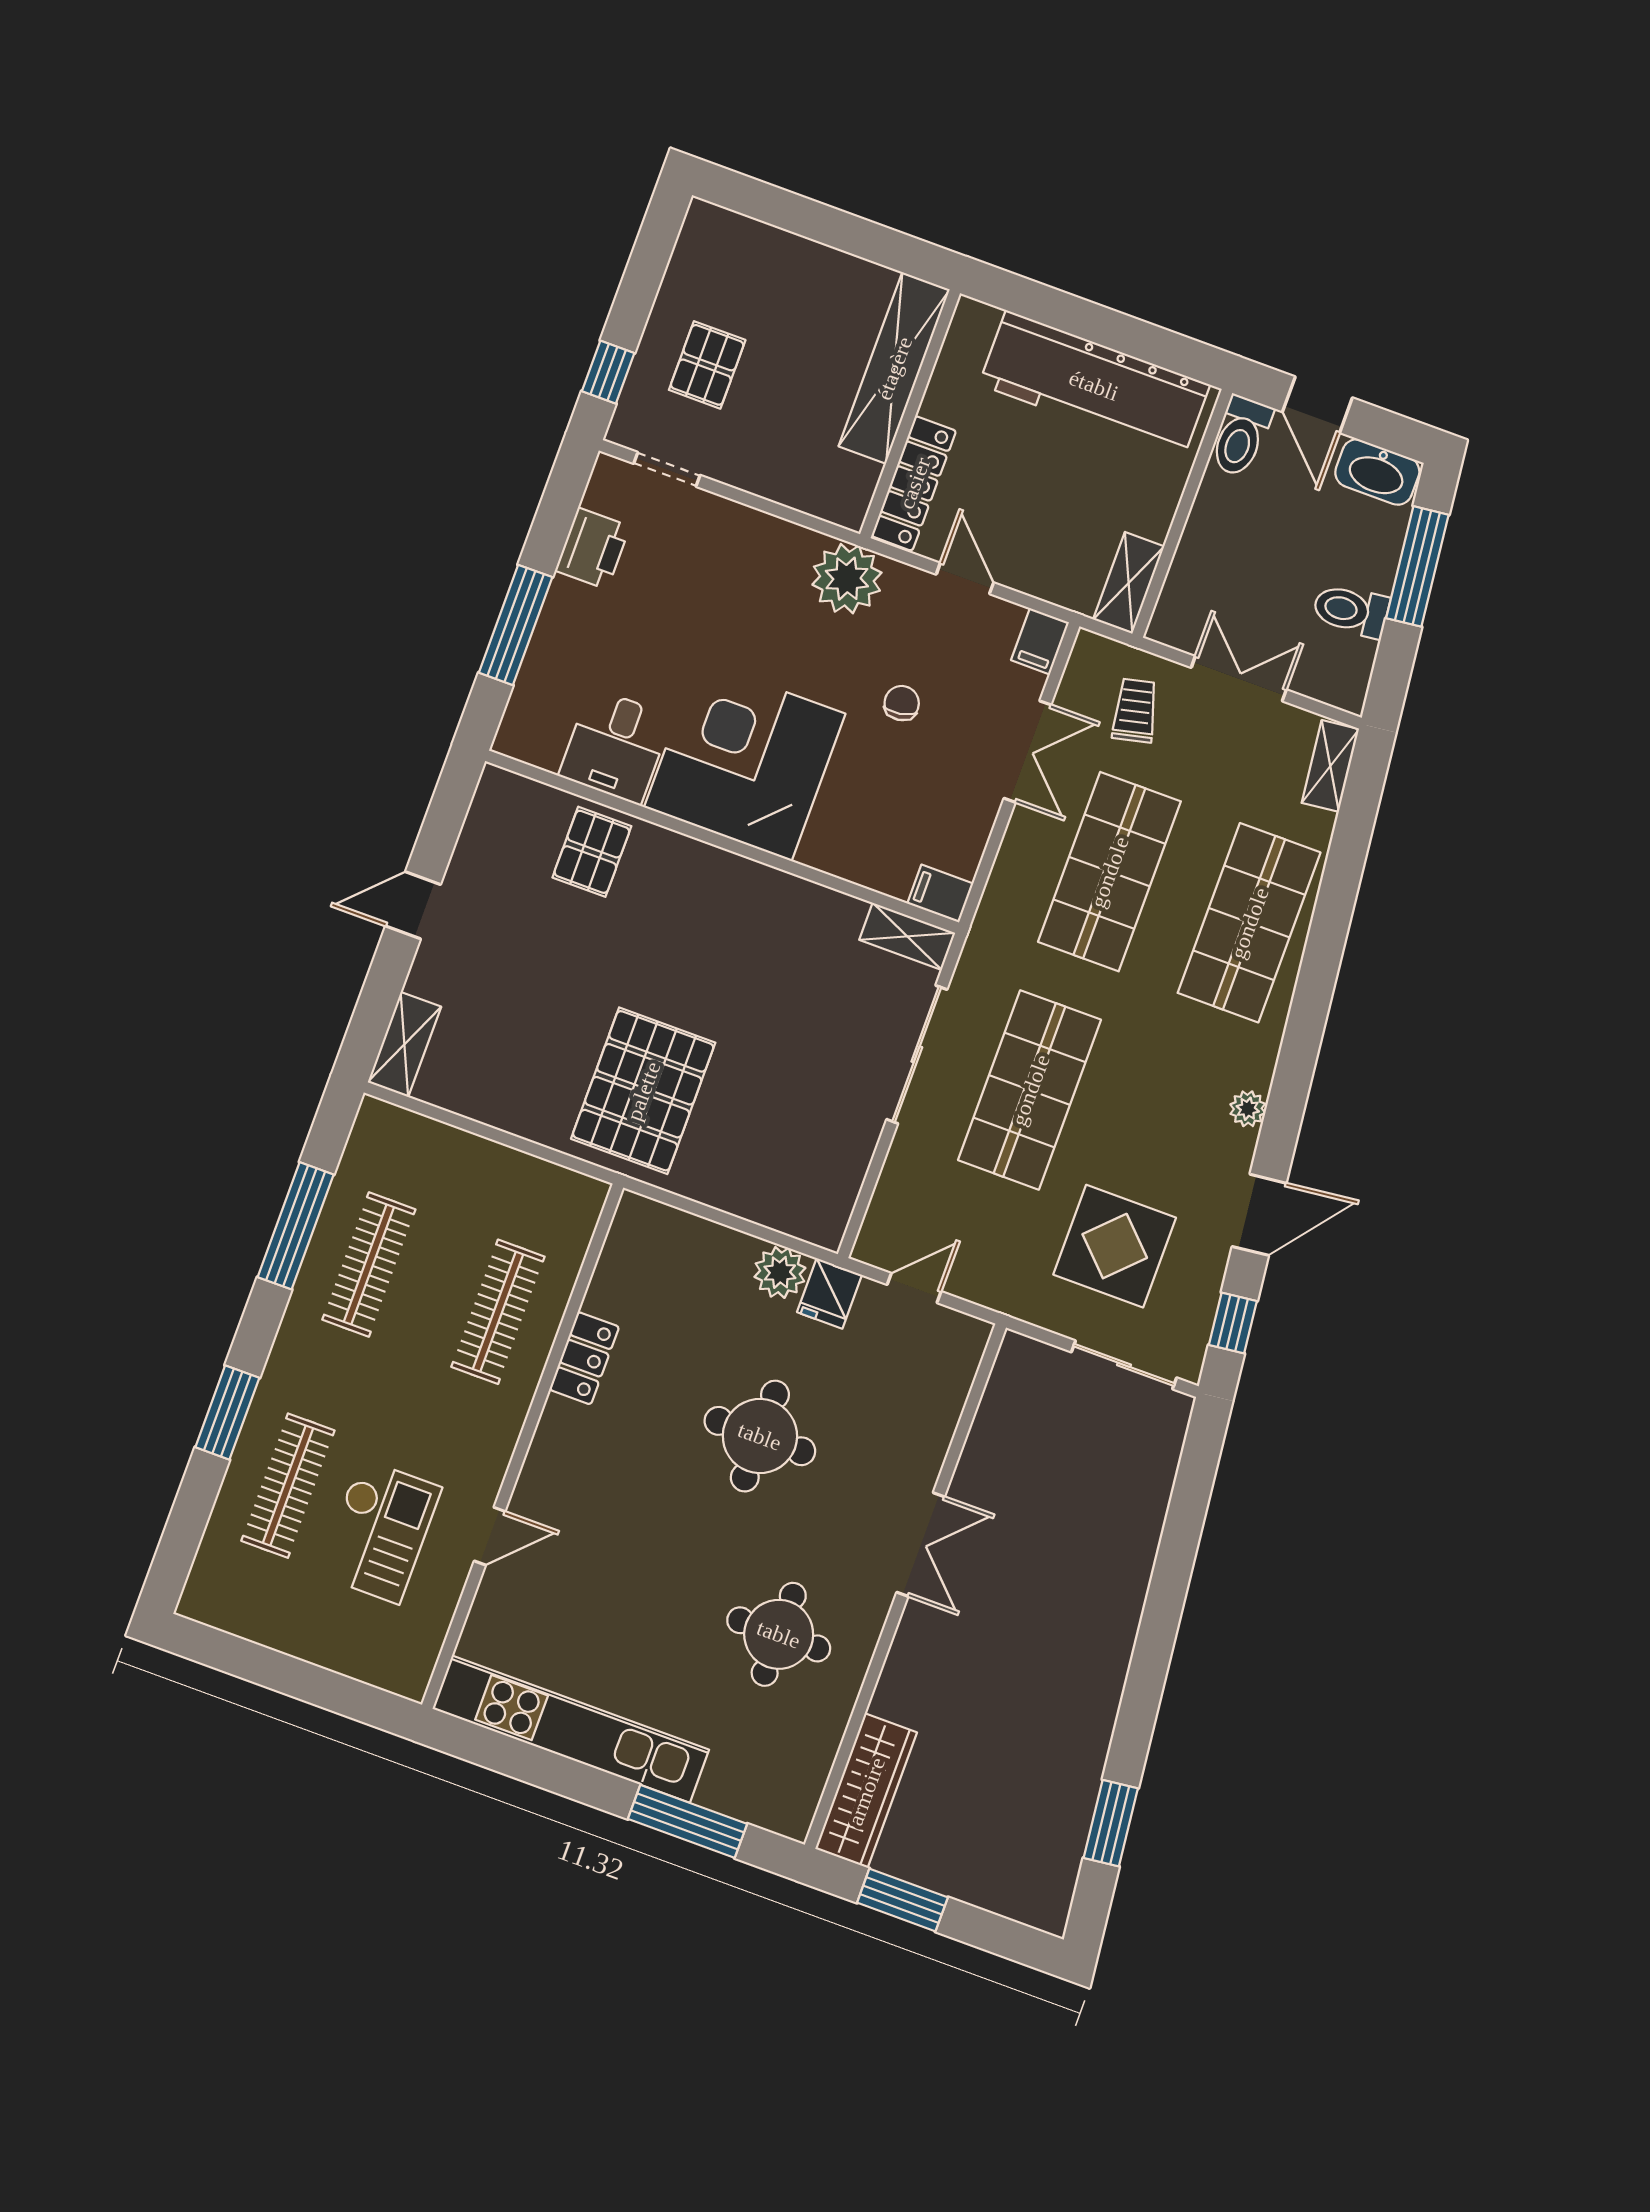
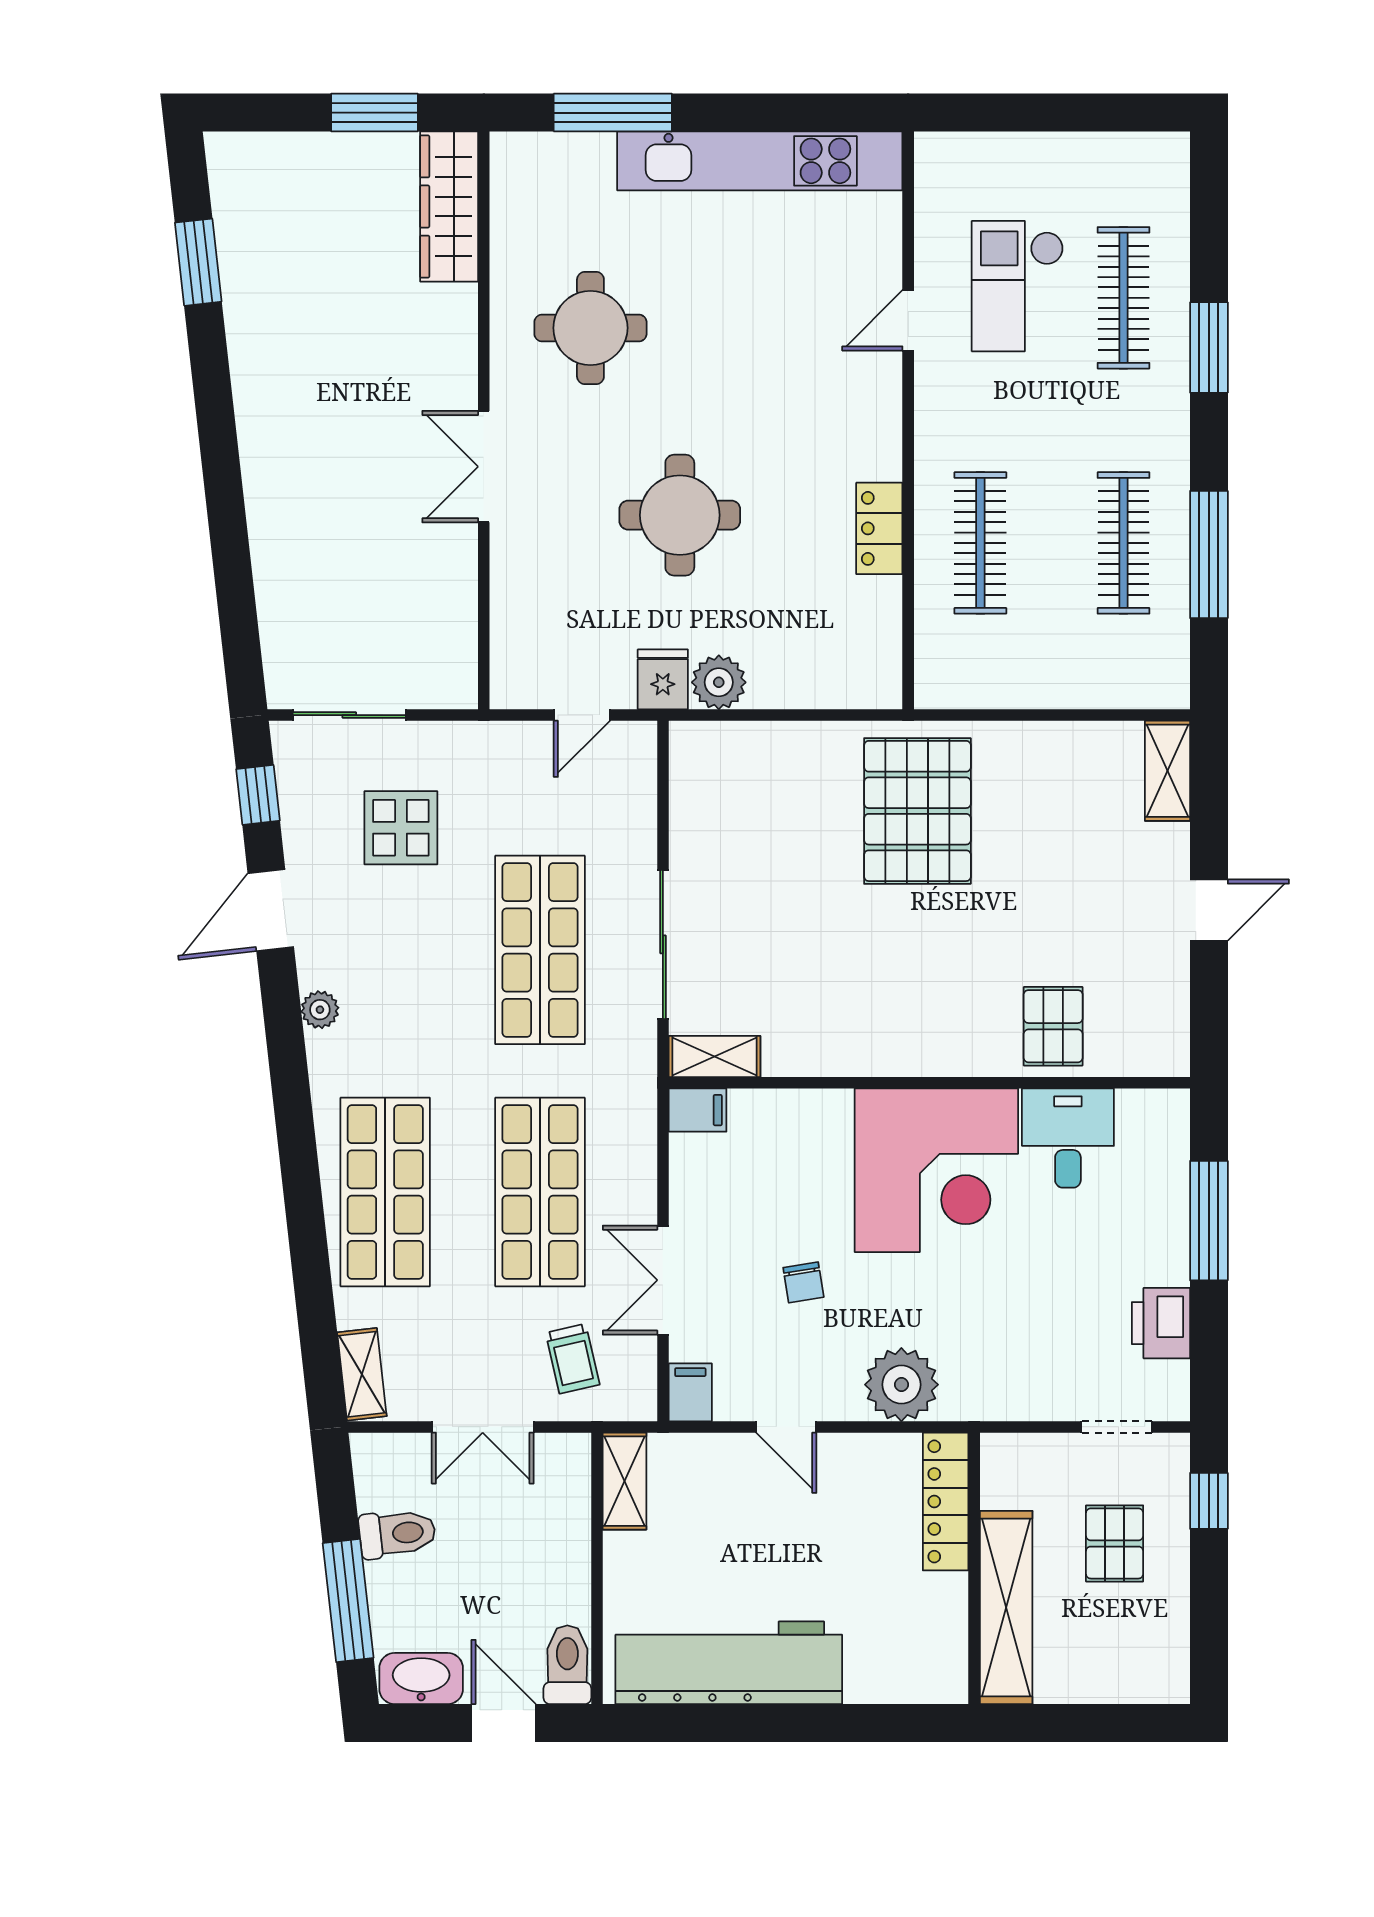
shelving: (894, 368) -> (1006, 1607), moved
wall: (910, 414) -> (974, 1568), moved
locker: (914, 483) -> (946, 1501), moved
display table: (1115, 1246) -> (401, 828), width x0.73, depth x0.73

